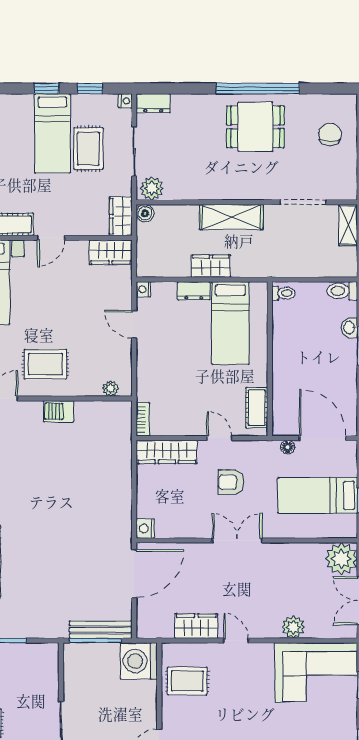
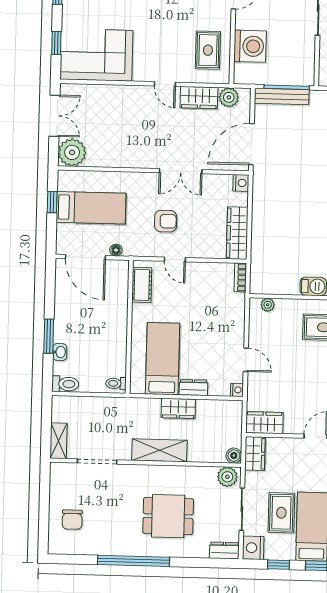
nightstand: (125, 101) -> (253, 548), width x1.89, depth x1.79
dining table: (255, 127) -> (168, 516), moved
wardrobe: (167, 452) -> (237, 233), moved, turned -90
double door: (237, 540) -> (181, 171), moved
plant: (293, 627) -> (229, 97), moved
washing machine: (139, 661) -> (250, 46), moved
rug: (187, 681) -> (208, 50), turned 90

